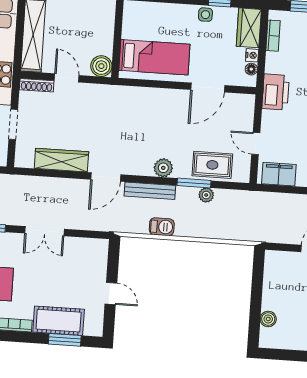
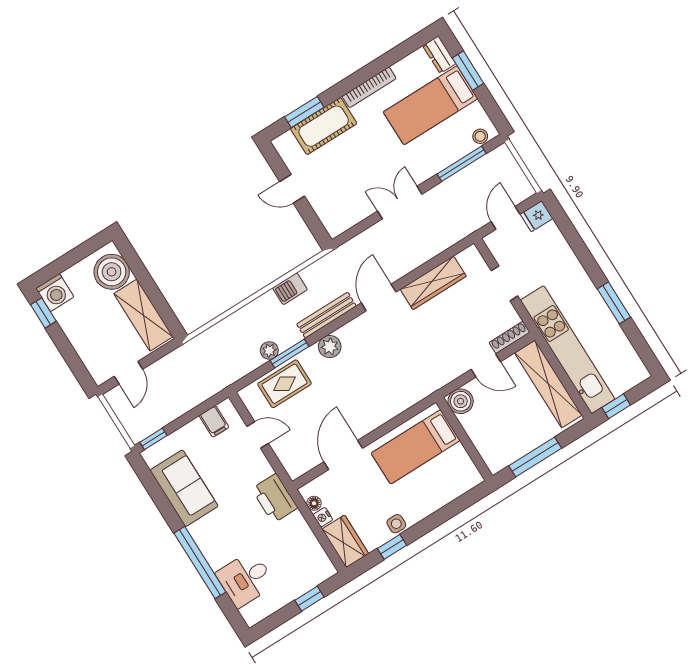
bookcase: (273, 36) -> (316, 551), removed
filing cabinet: (279, 174) -> (214, 421), width x0.50
shelving: (274, 281) -> (143, 315), added
boiler: (268, 319) -> (112, 272), width x1.86, depth x1.86

